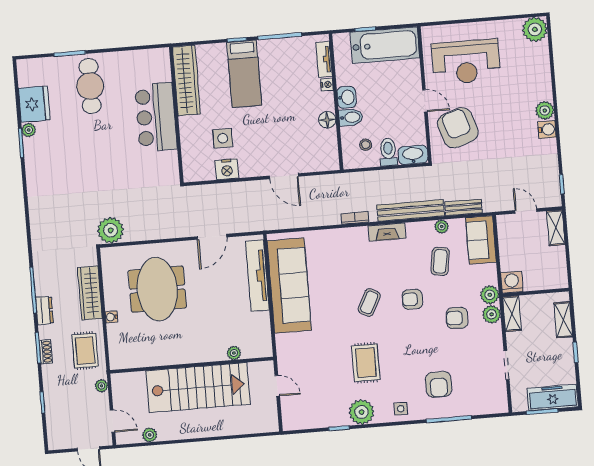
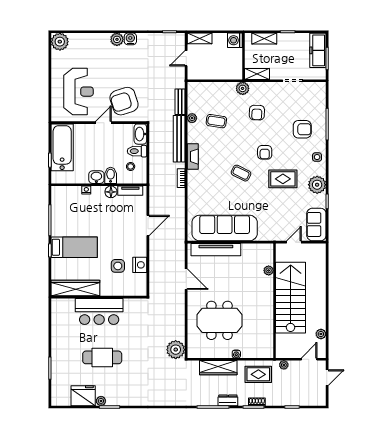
tv unit: (324, 59) -> (130, 191), moved
cafe table: (90, 86) -> (102, 357), moved
sofa: (481, 240) -> (316, 224), moved, turned 90
washing machine: (512, 282) -> (235, 40), moved
armchair: (412, 299) -> (265, 152), moved
plant: (492, 314) -> (256, 88), removed

